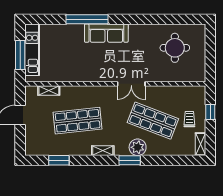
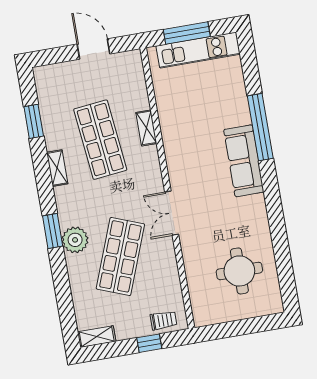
shelving: (49, 91) -> (146, 128), moved
trolley: (189, 119) -> (163, 320), moved
shelving: (103, 151) -> (57, 168), moved

